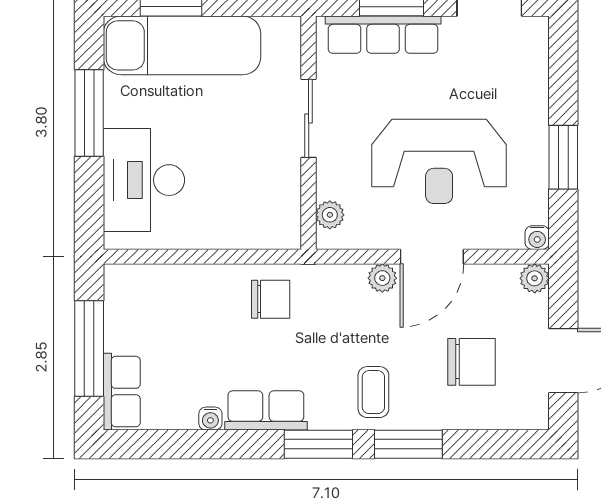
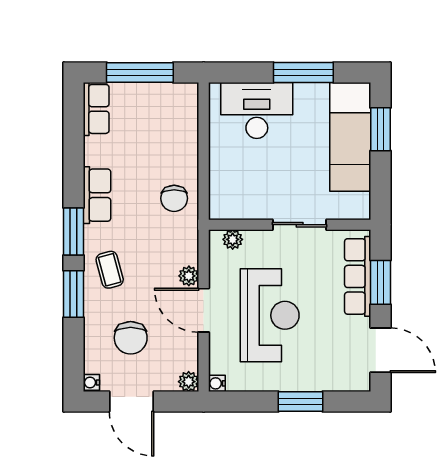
window: (563, 157) -> (300, 402), moved
reception desk: (439, 161) -> (270, 315), turned 180
row of seats: (122, 392) -> (96, 109), moved, turned -90
coffee table: (373, 392) -> (110, 270), turned 75
water cooler: (210, 419) -> (91, 382), moved

